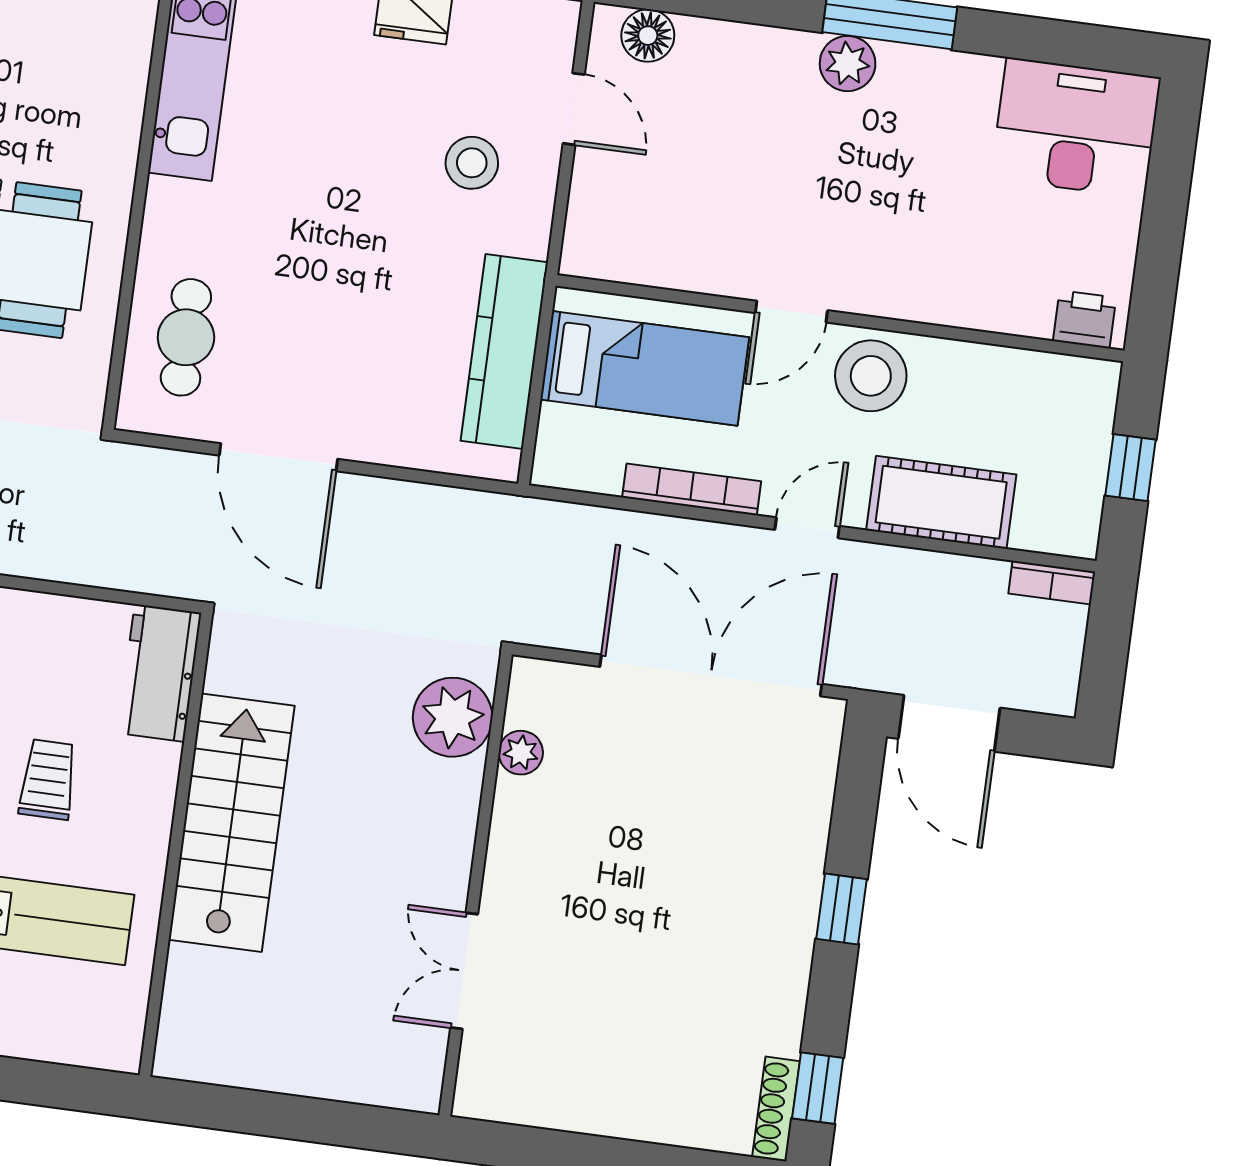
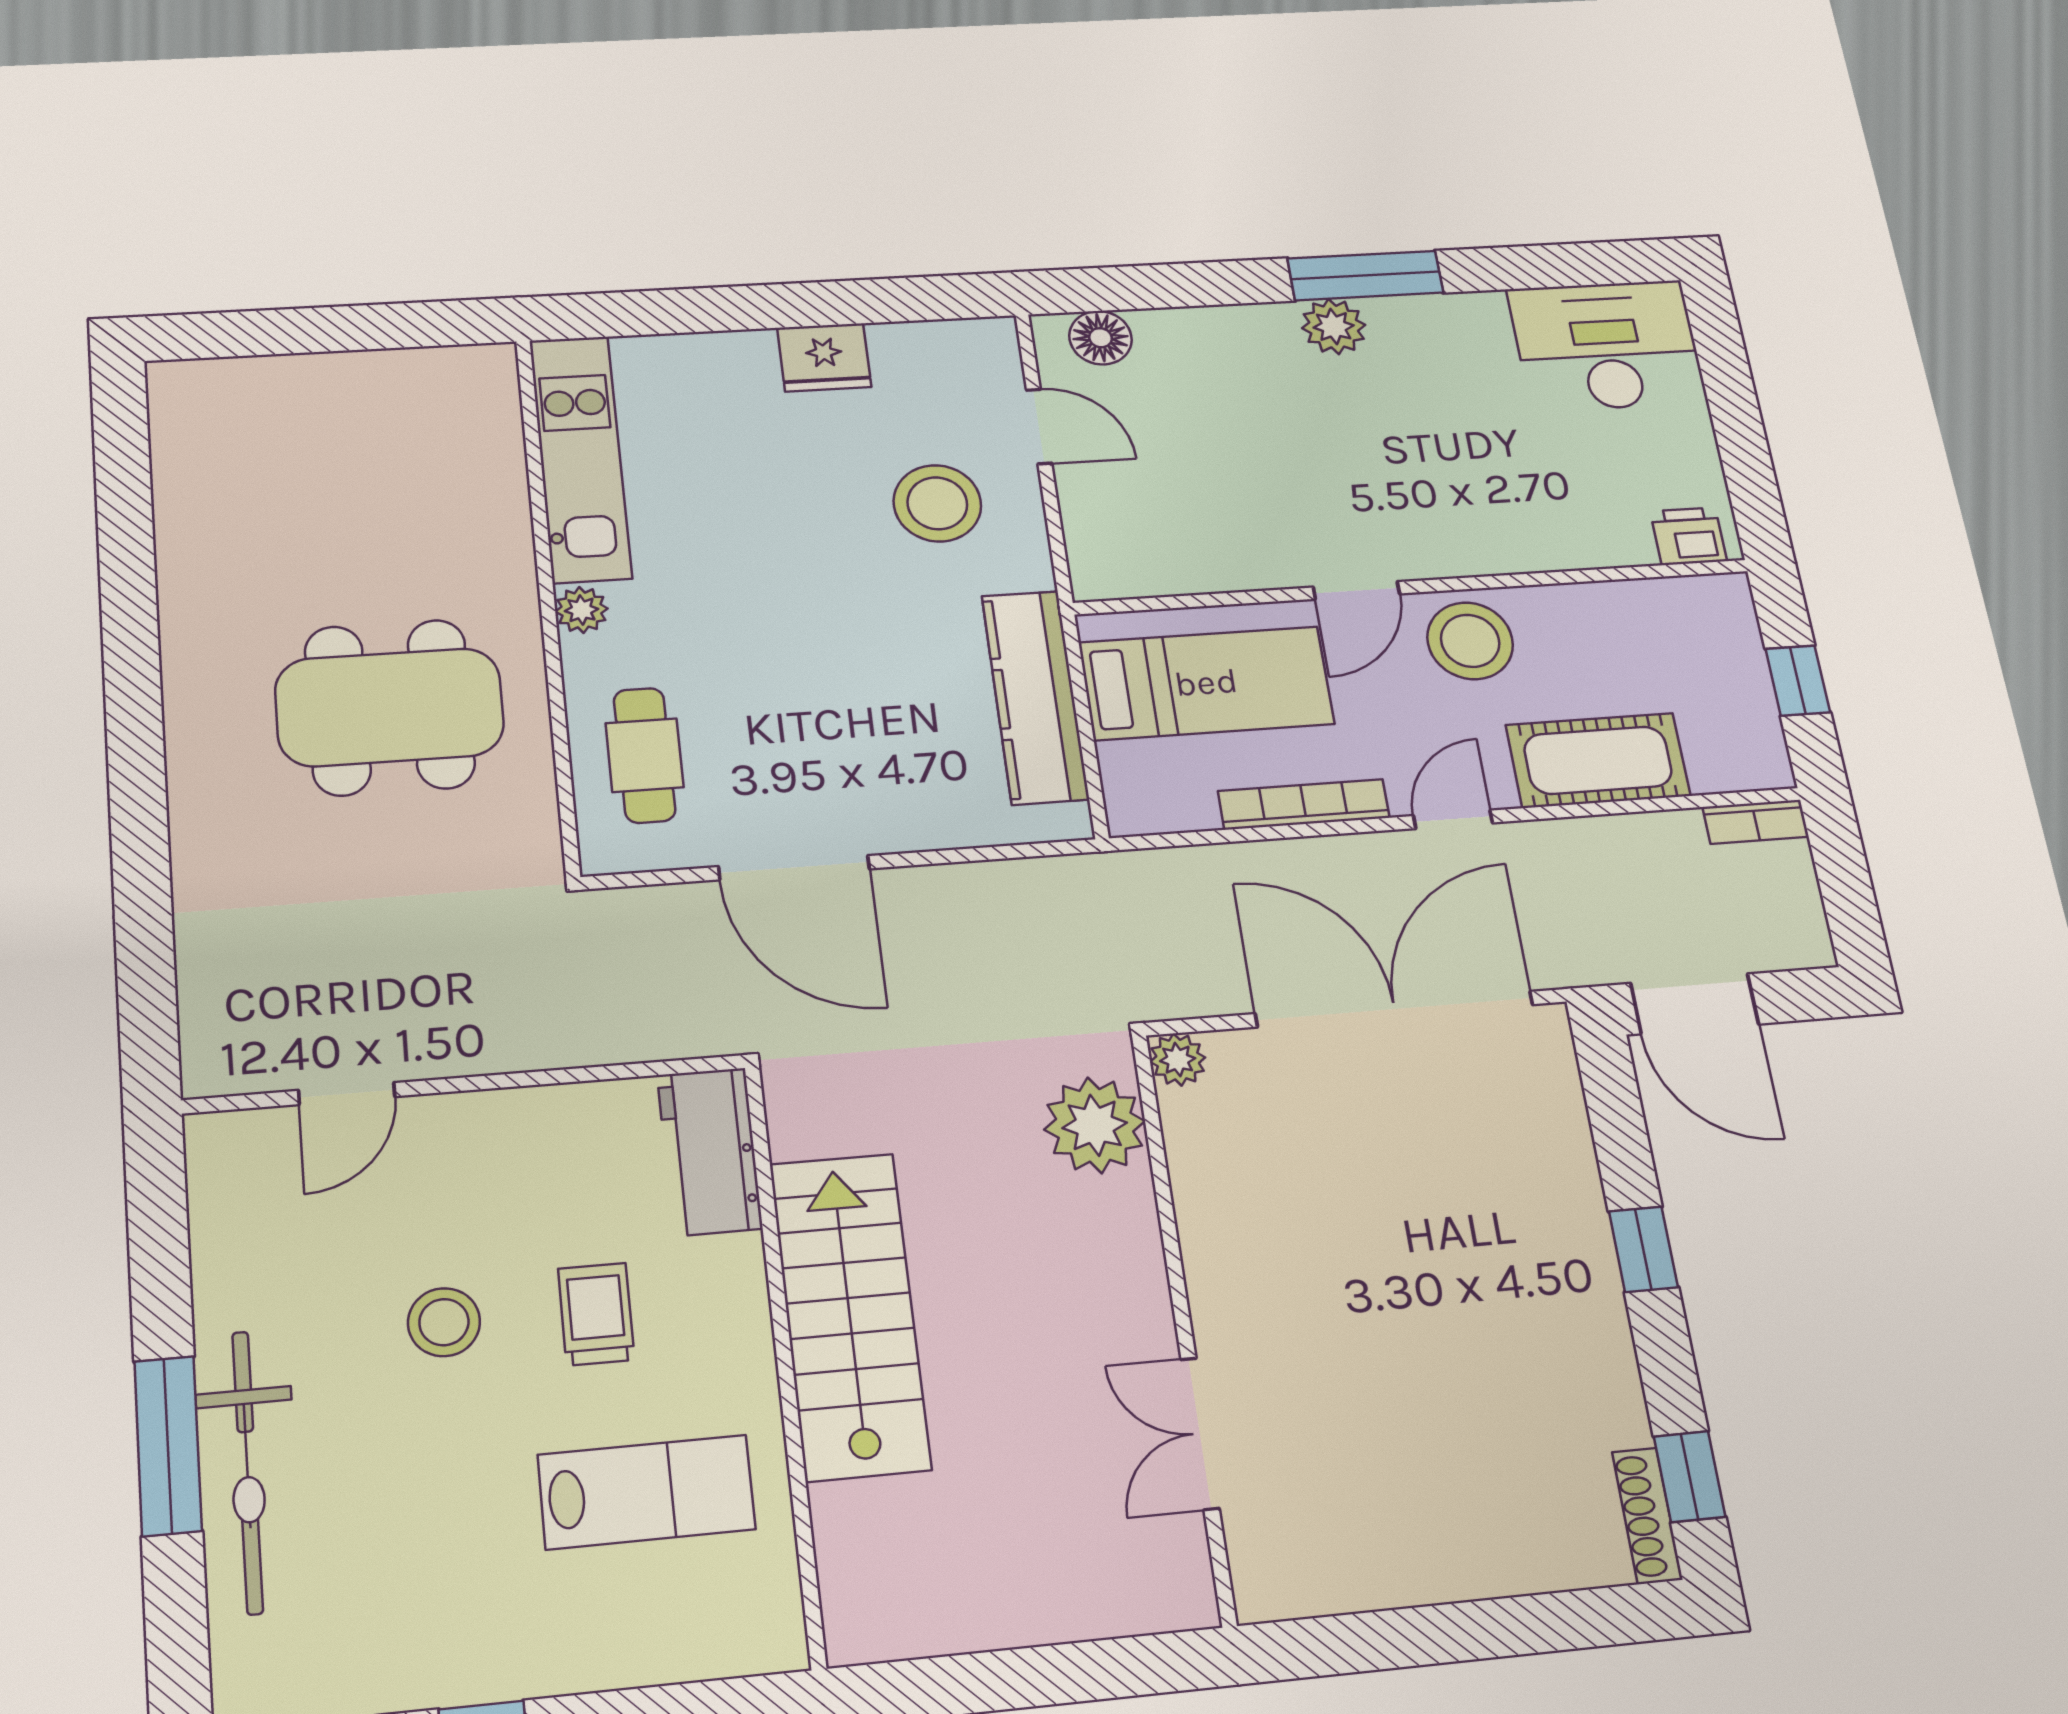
stool: (472, 163) -> (937, 503), width x1.38, depth x1.38
plant: (165, 201) -> (581, 610), added
plant: (521, 753) -> (1178, 1060), moved

